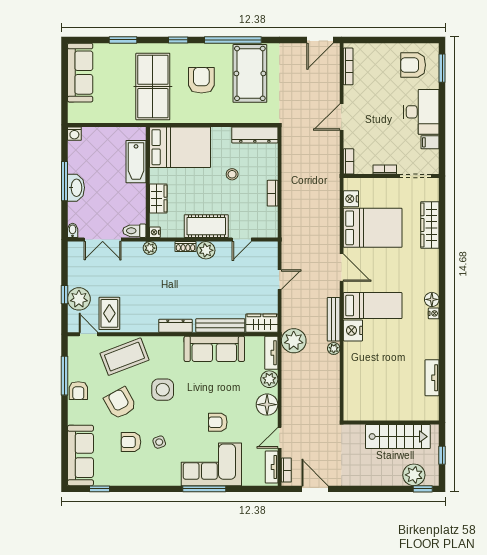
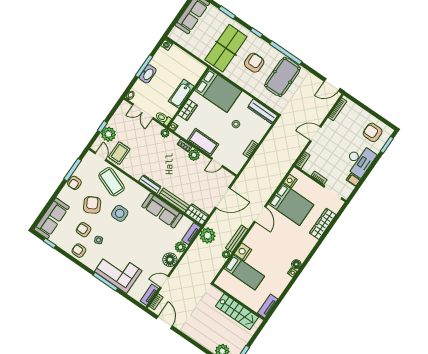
bathtub: (136, 162) -> (181, 94), moved
door: (280, 280) -> (223, 198), width x1.88
bed: (373, 306) -> (244, 272), moved
coffee table: (125, 357) -> (112, 182), turned 42
armchair: (218, 422) -> (79, 251), moved
wall: (391, 423) -> (239, 302), moved
stairs: (398, 437) -> (237, 312), moved

